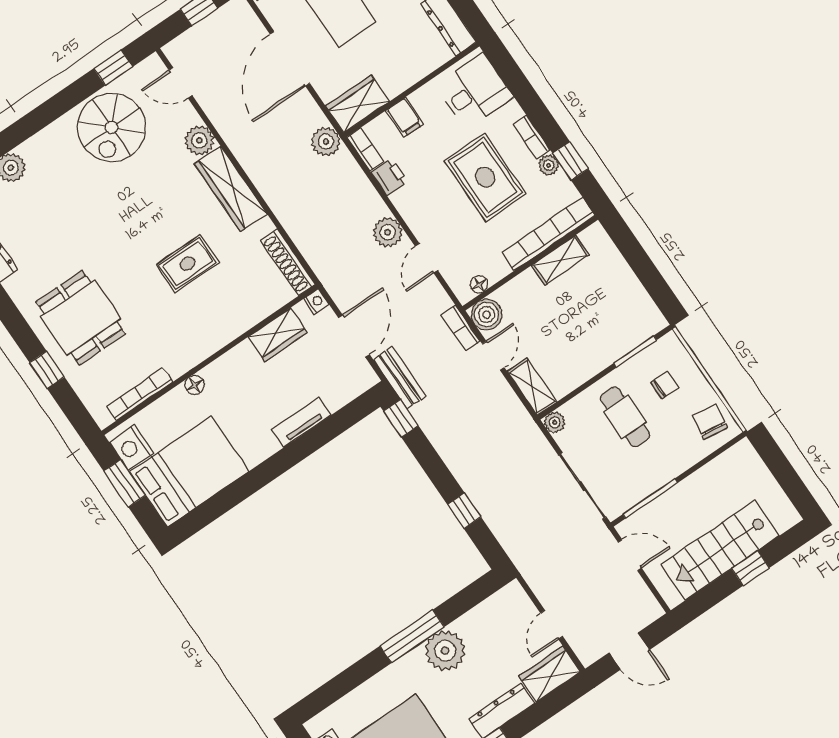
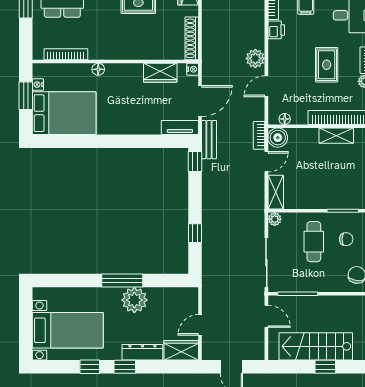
rug: (485, 177) -> (327, 65), width x0.73, depth x0.70
tv unit: (301, 422) -> (180, 127), moved
nightstand: (131, 447) -> (38, 85), width x0.53, depth x0.56

